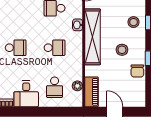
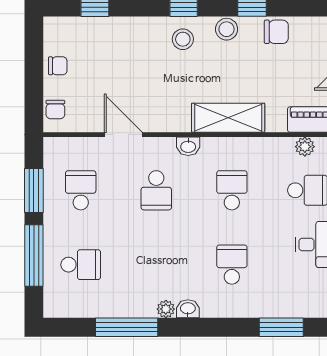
shelving: (92, 37) -> (228, 118), width x0.68
stool: (122, 50) -> (227, 29), moved

